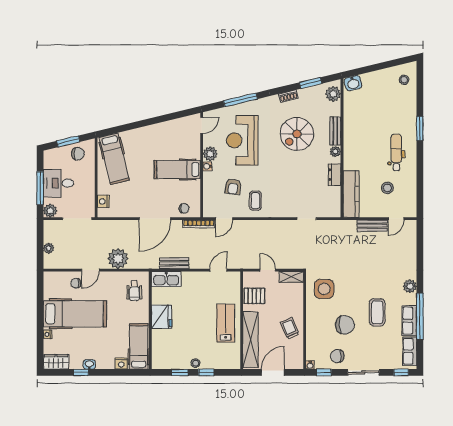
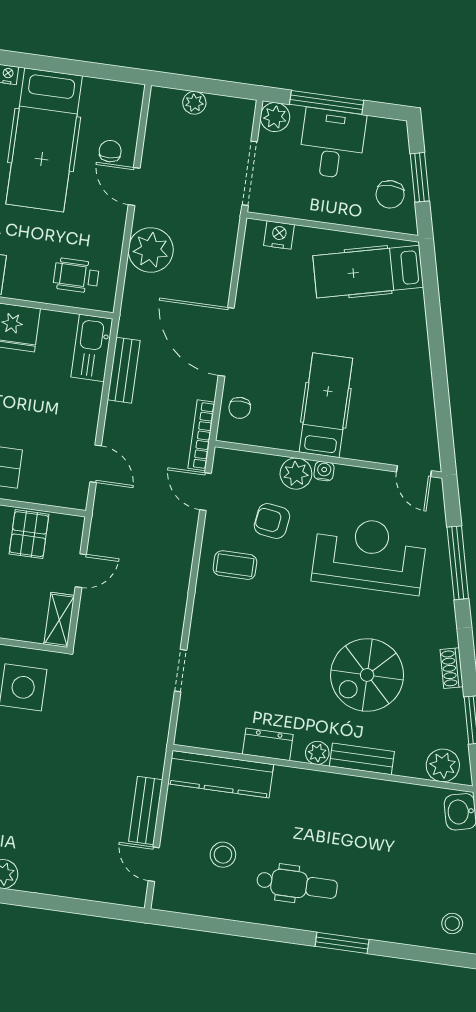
spiral stairs: (297, 134) -> (367, 675), turned -90
plant: (210, 154) -> (296, 474), moved

